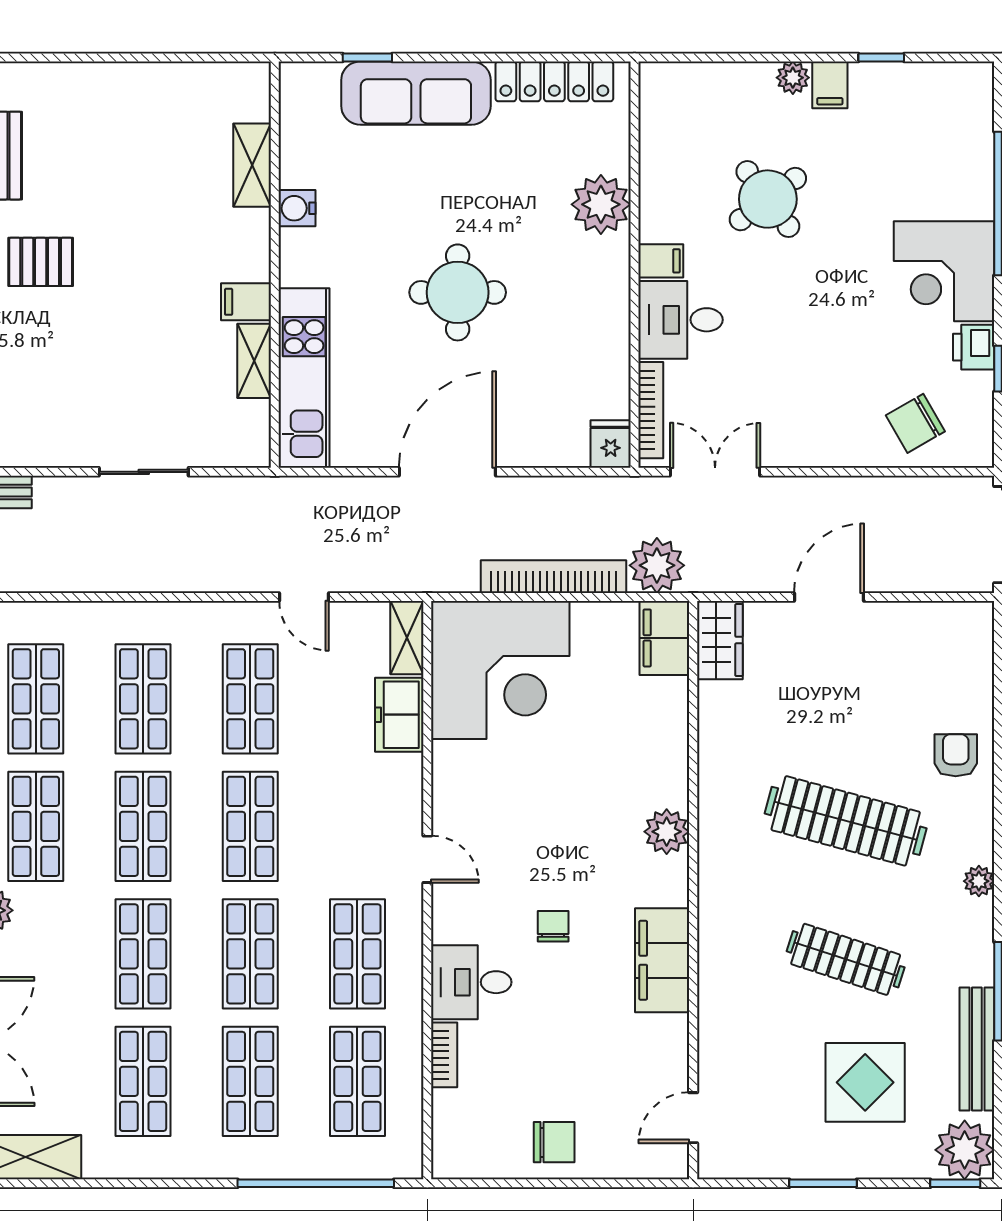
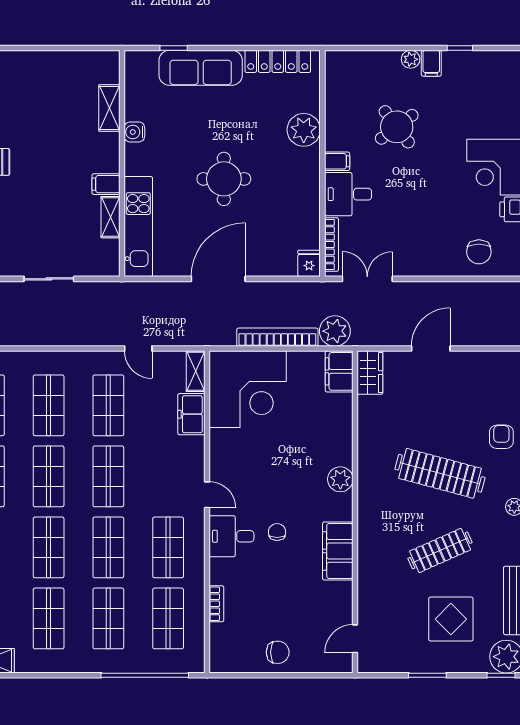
chair: (915, 423) -> (479, 252), turned -60
clothes rail: (846, 959) -> (440, 550), turned -42
desk: (471, 982) -> (231, 536), moved

